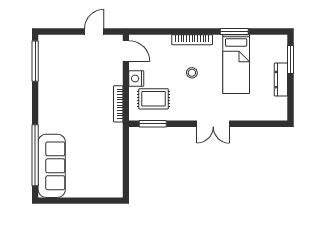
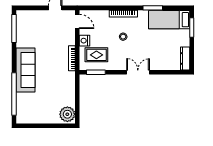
bed: (236, 64) -> (169, 20), moved, turned 90
dresser: (281, 80) -> (185, 58), moved
double door: (213, 124) -> (138, 72), swing flipped
sofa: (52, 166) -> (26, 70), moved
plant: (112, 184) -> (67, 114), added

